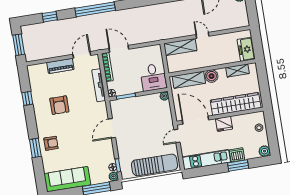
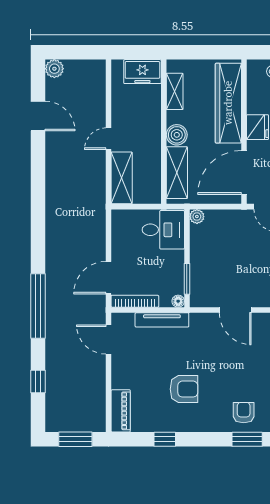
piano: (60, 66) -> (121, 411), moved

